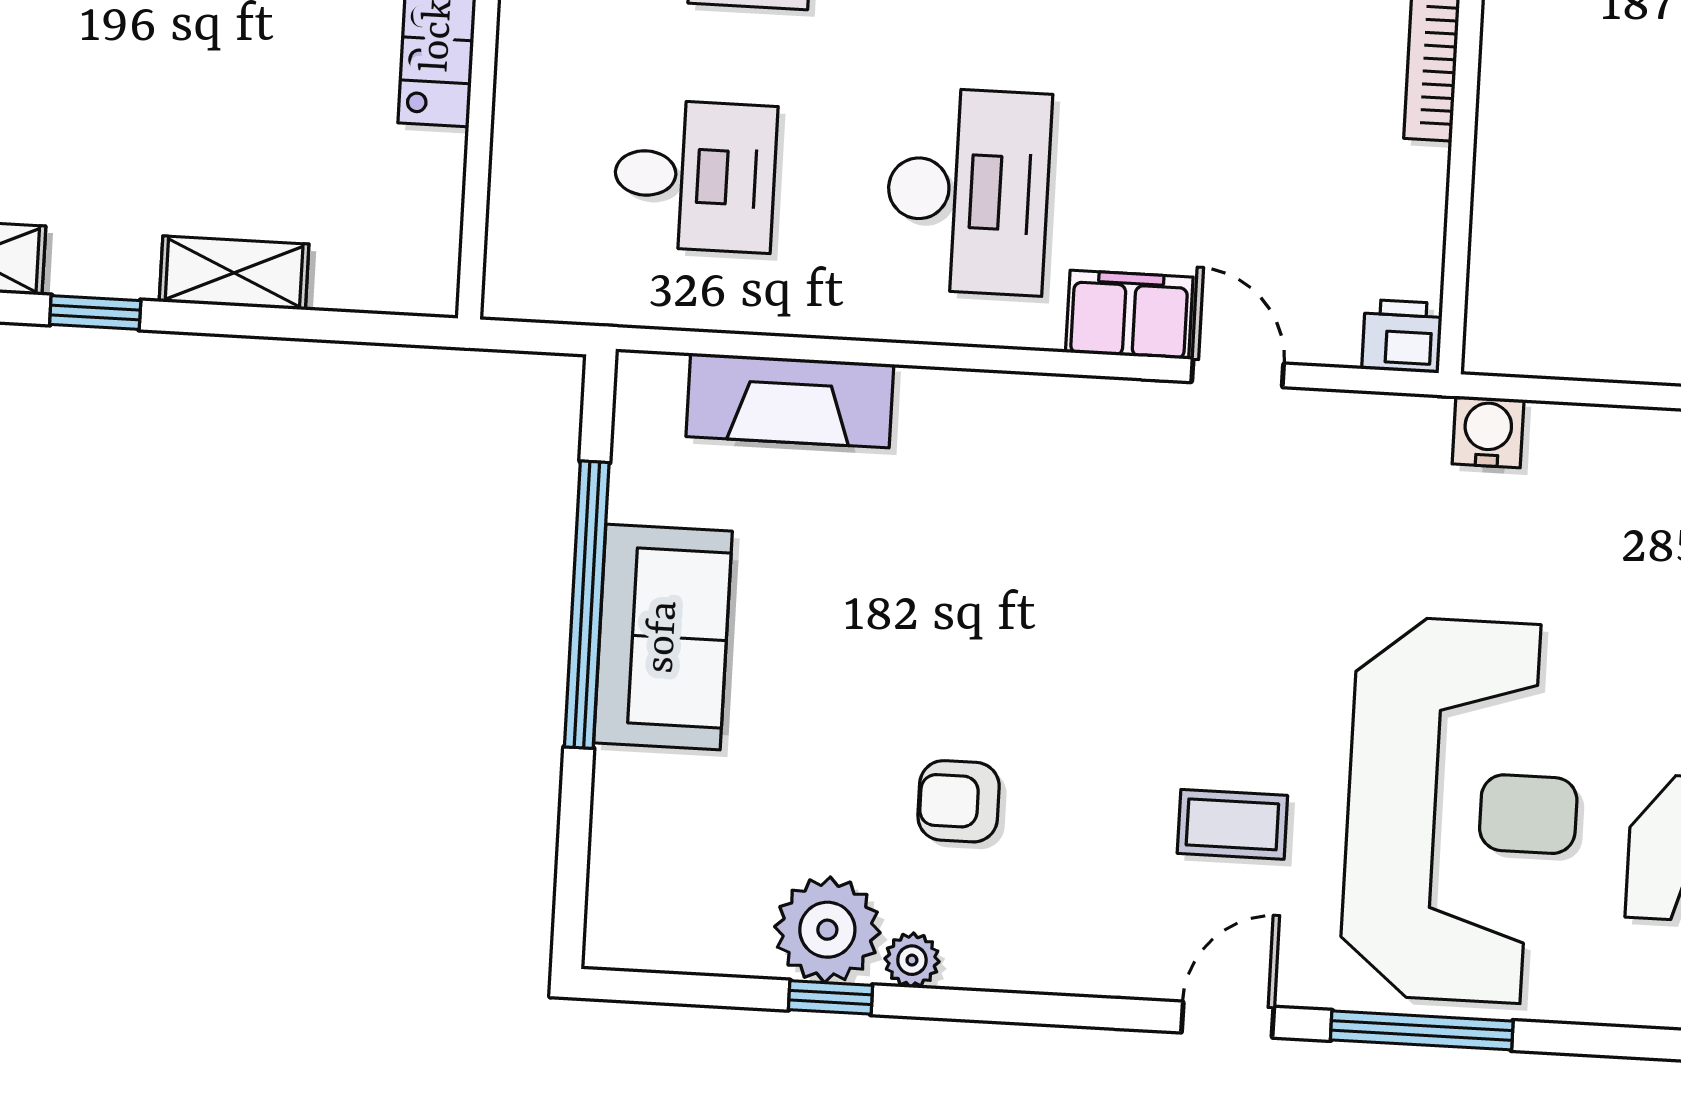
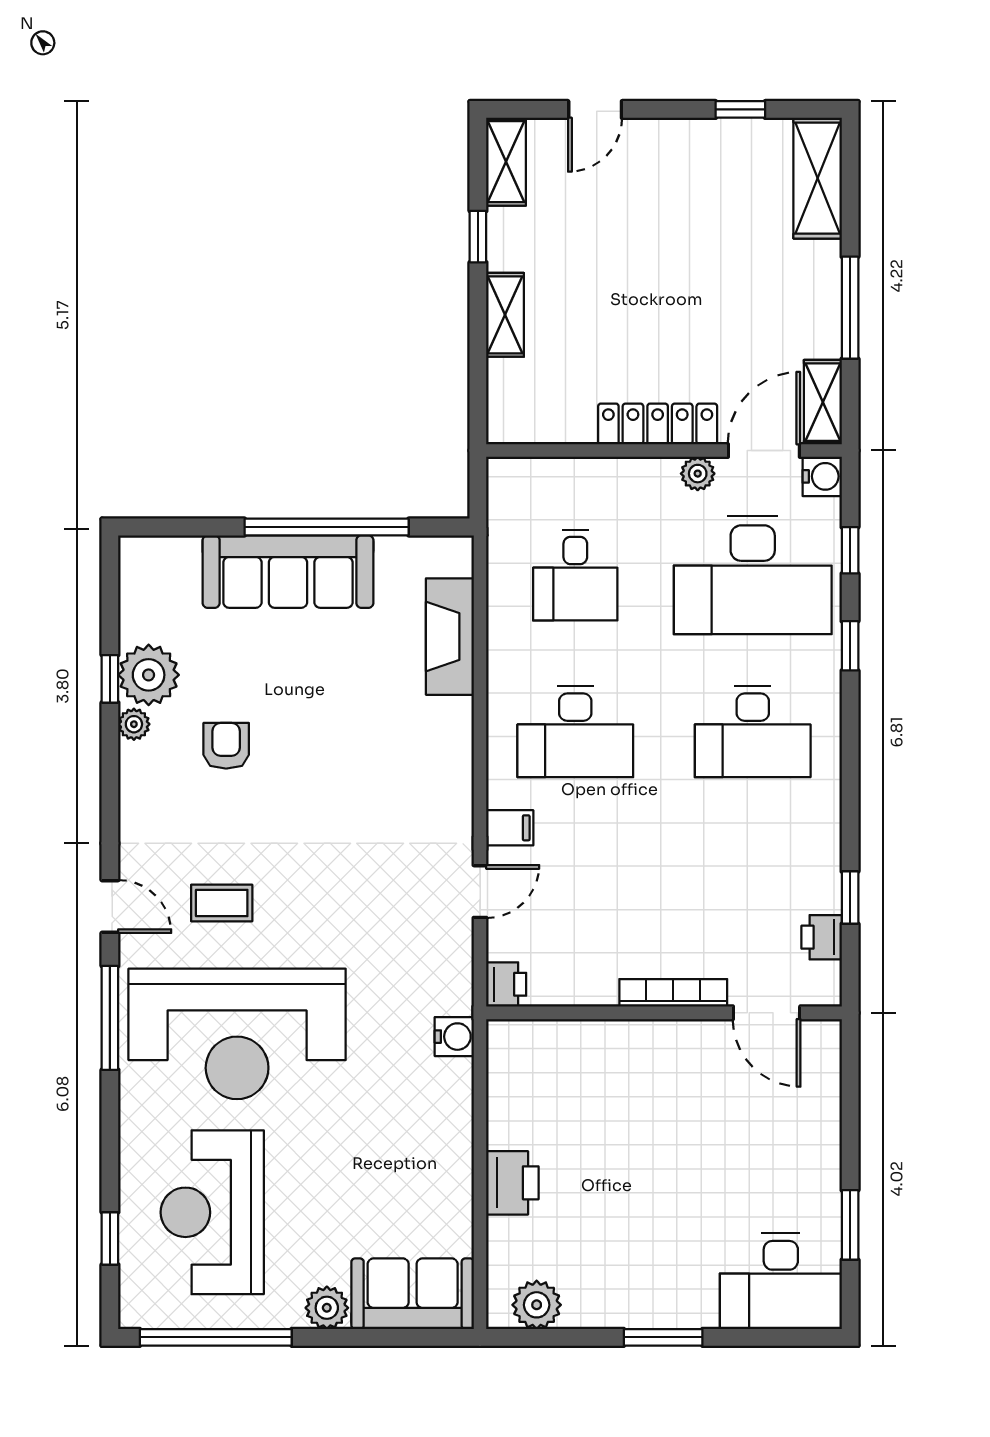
filing cabinet: (1129, 315) -> (510, 828), width x0.50
sofa: (663, 637) -> (288, 572), width x1.36
coffee table: (1232, 824) -> (222, 903), turned 90

